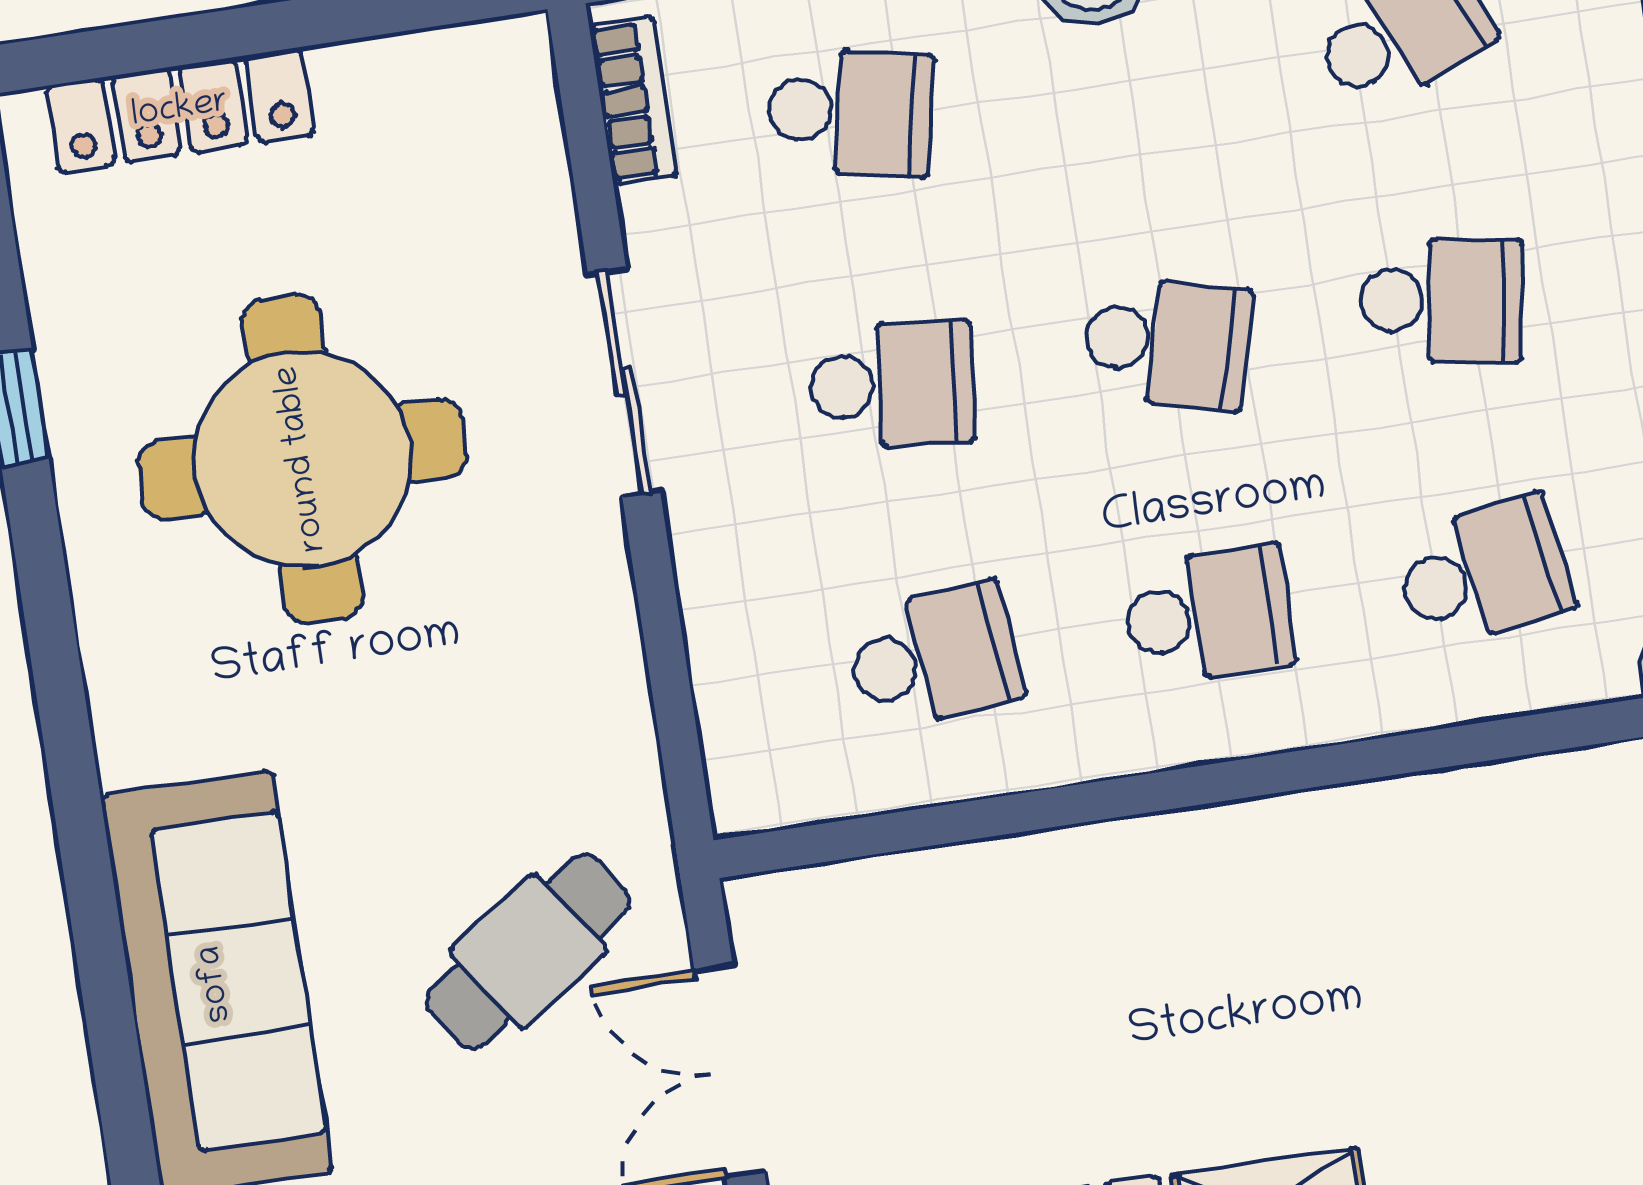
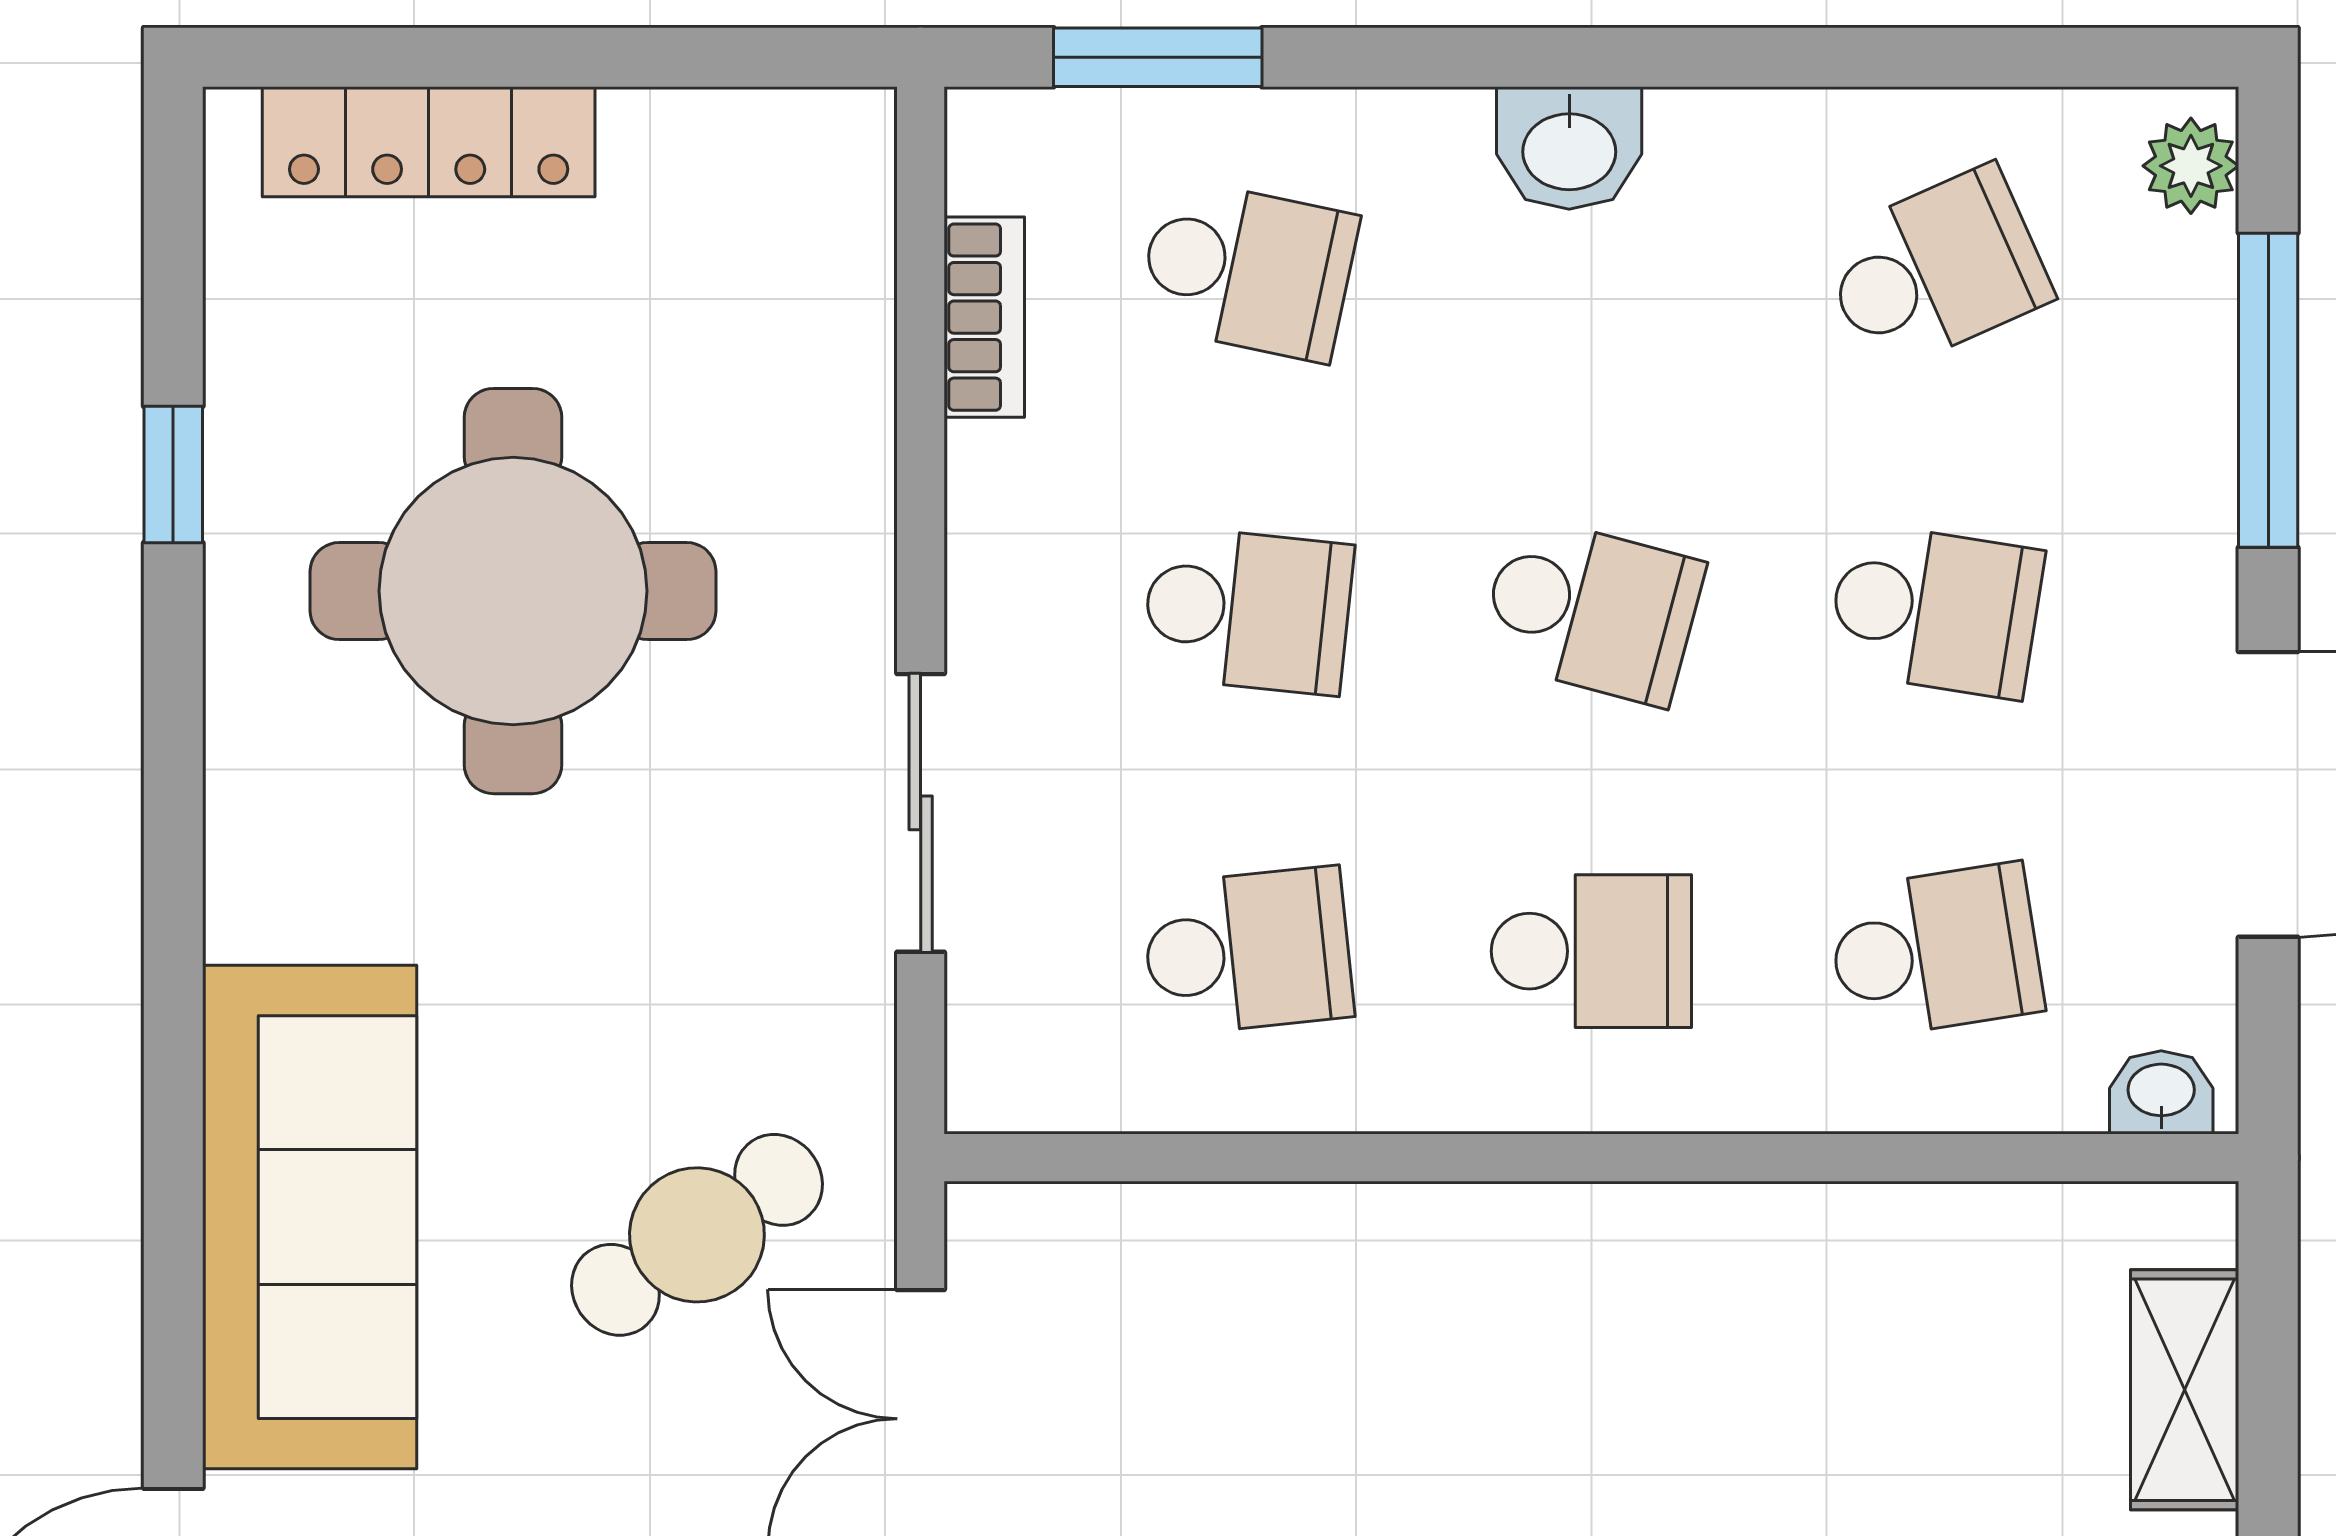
bookcase: (633, 100) -> (984, 317), moved
sliding door: (624, 382) -> (921, 813), moved

